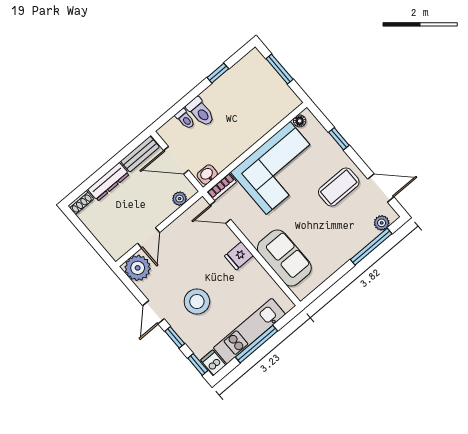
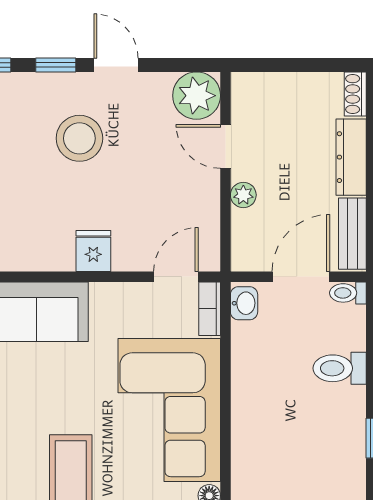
toilet: (185, 119) -> (348, 293), moved
plant: (180, 199) -> (243, 195), moved

